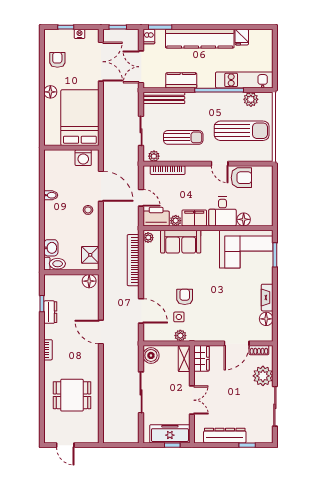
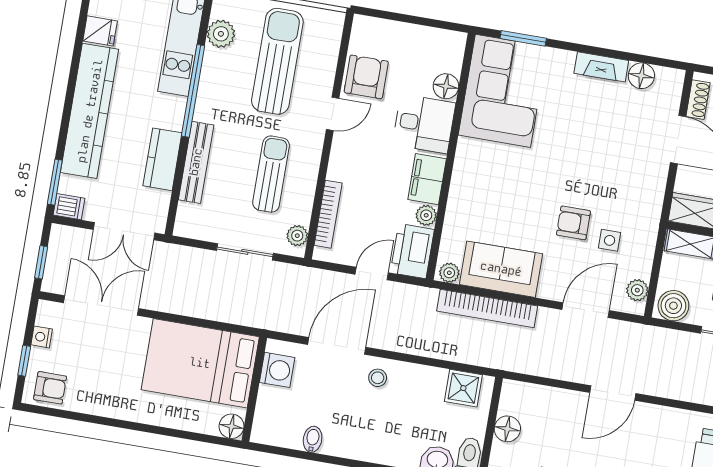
armchair: (57, 60) -> (50, 388), moved, turned 180
floor lamp: (50, 92) -> (232, 426), moved
bench: (164, 98) -> (196, 162), moved
bidet: (51, 195) -> (313, 439), moved
sofa: (181, 242) -> (501, 269), moved, turned -90
floor lamp: (89, 281) -> (507, 429), moved
plant: (180, 336) -> (637, 290), moved

